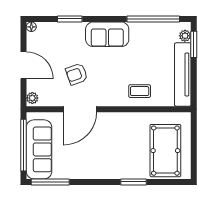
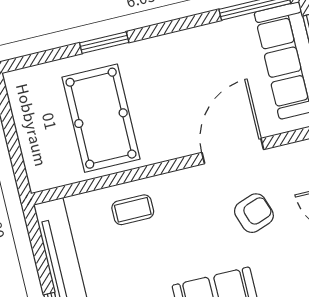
pool table: (165, 151) -> (101, 118), moved

